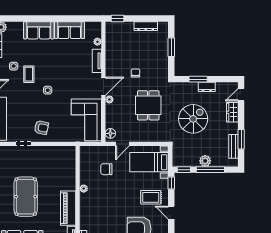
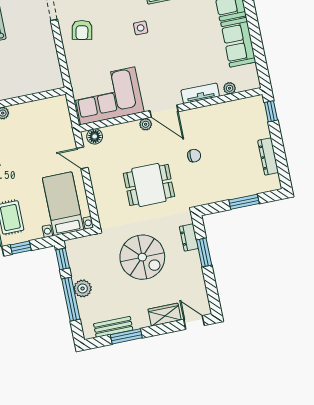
dresser: (207, 87) -> (189, 237), moved
chair: (106, 169) -> (39, 141), removed
window: (171, 183) -> (21, 248), moved

